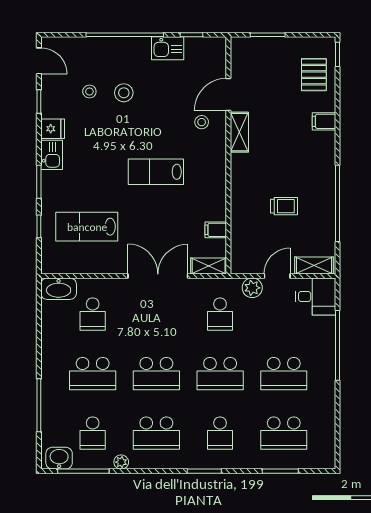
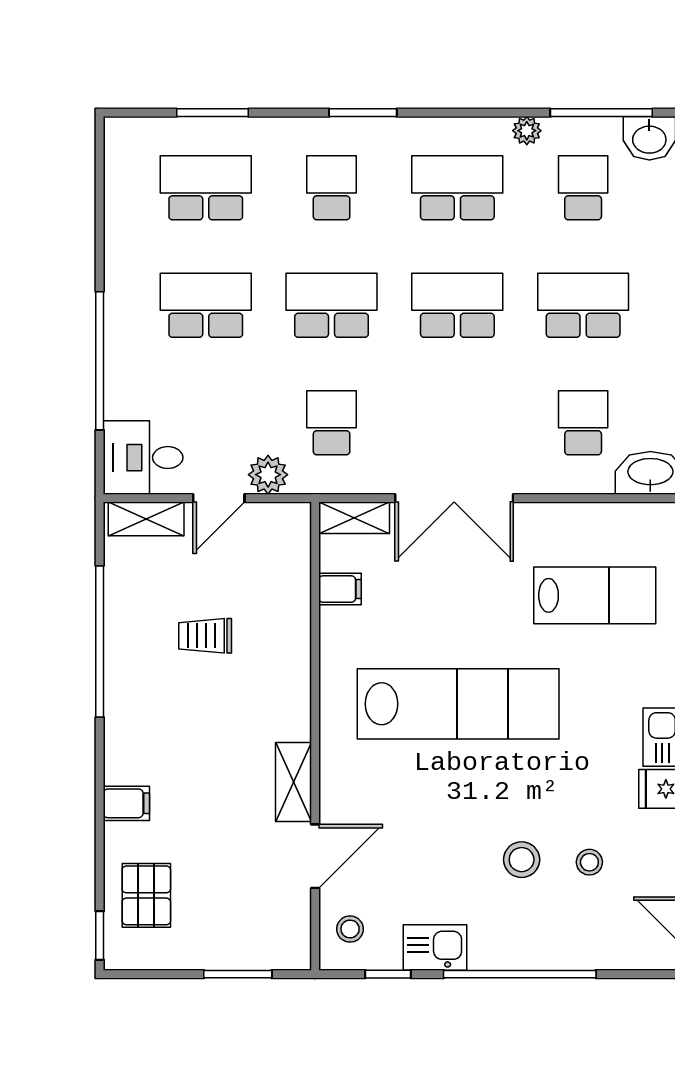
stool: (202, 122) -> (350, 929), moved
lab bench: (156, 172) -> (458, 704), width x1.86, depth x1.39

